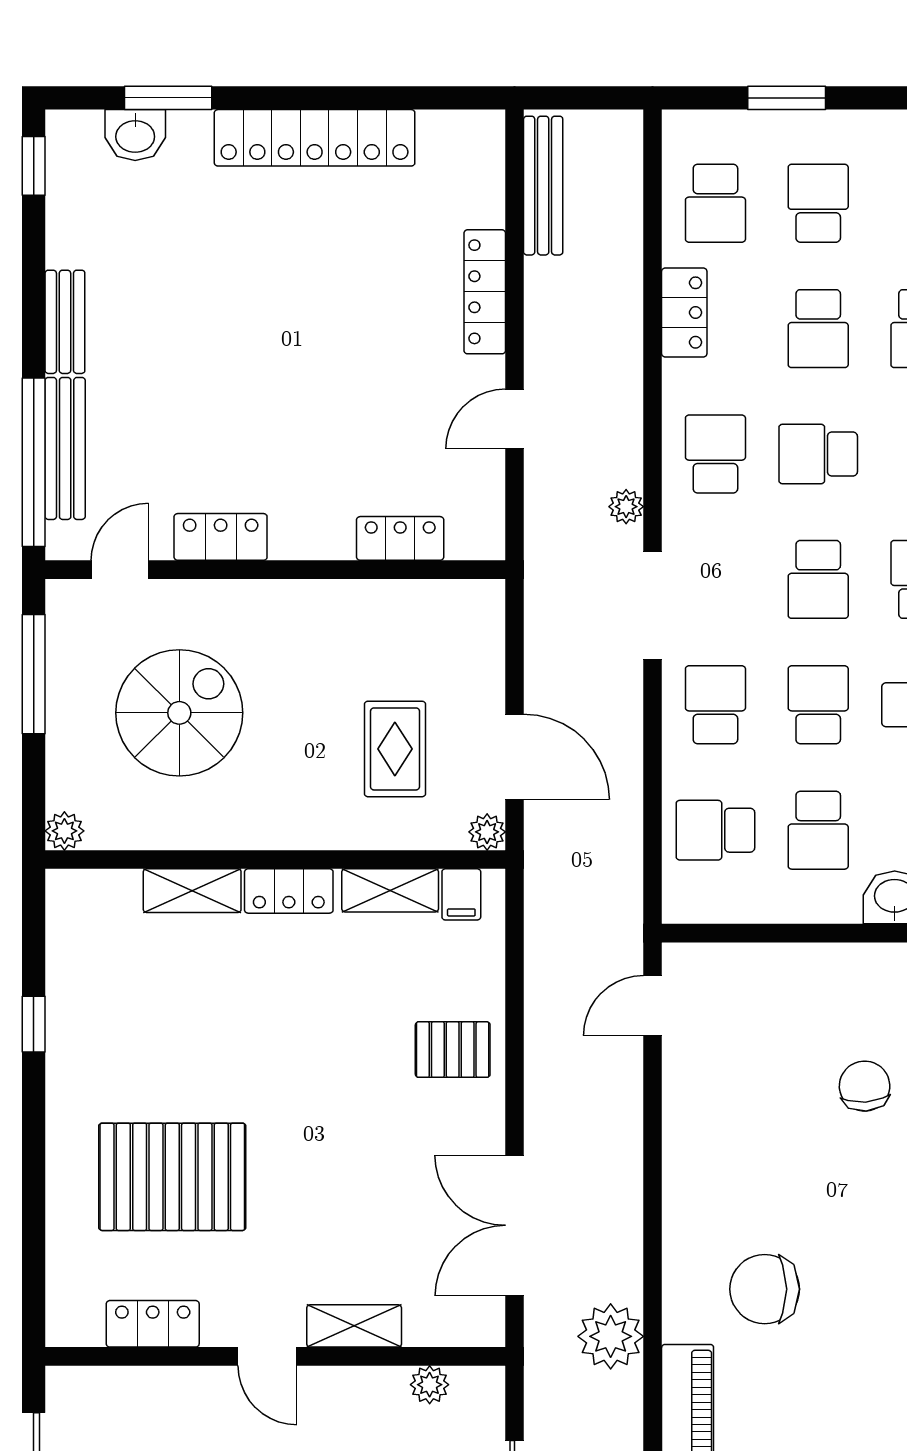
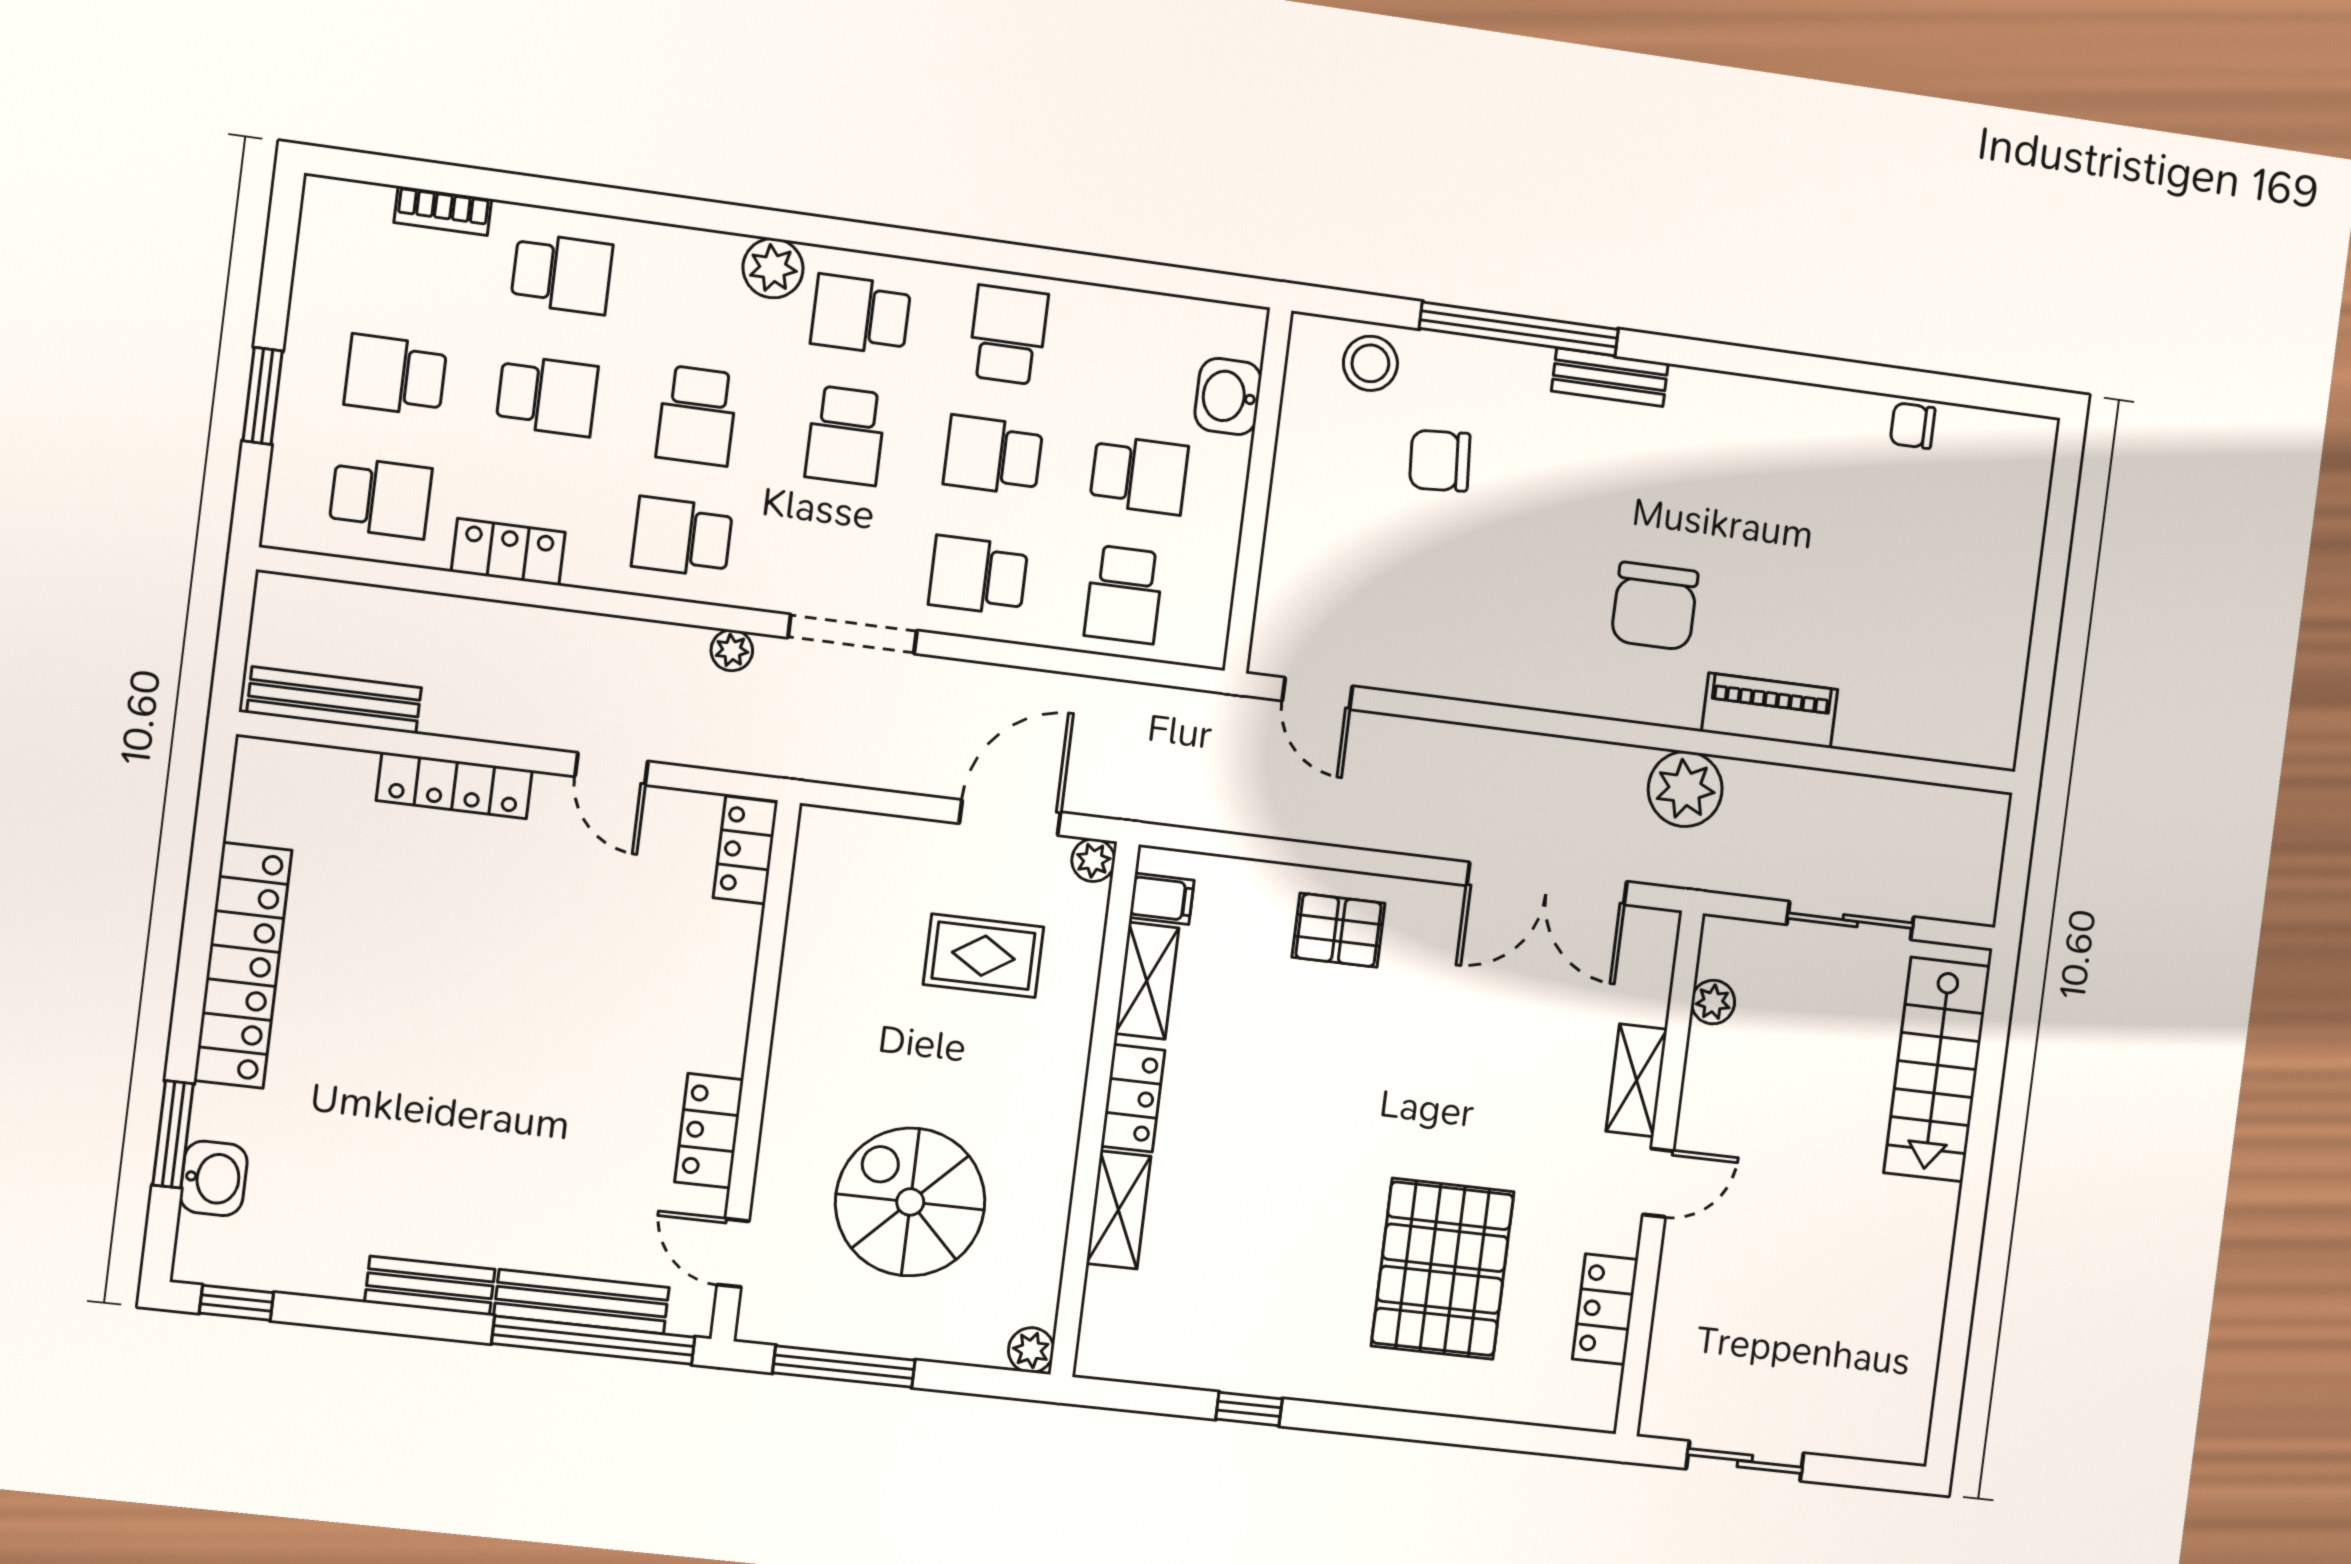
locker: (400, 538) -> (745, 850), moved
school desk: (818, 579) -> (846, 436), turned 90
pallet: (453, 1050) -> (1339, 930), turned 90

